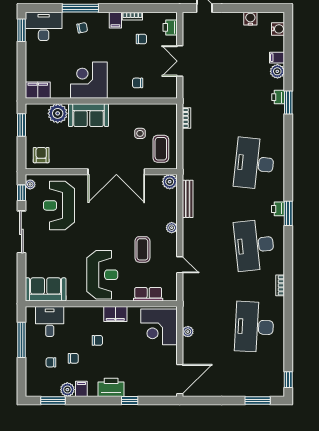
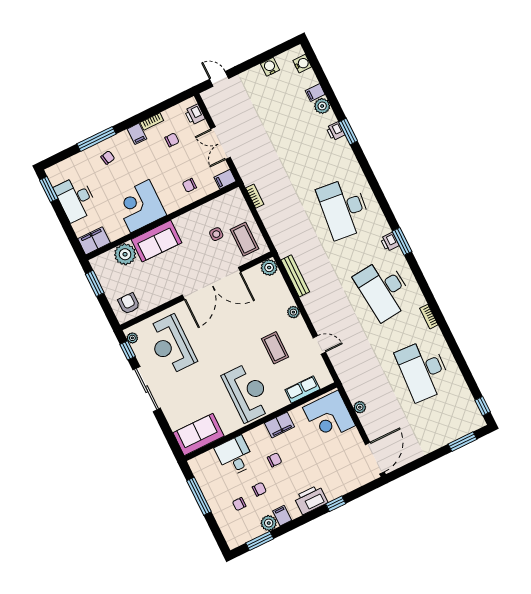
desk: (44, 26) -> (76, 199), moved, turned -90
filing cabinet: (169, 92) -> (225, 179), added
desk: (50, 321) -> (235, 456), moved

